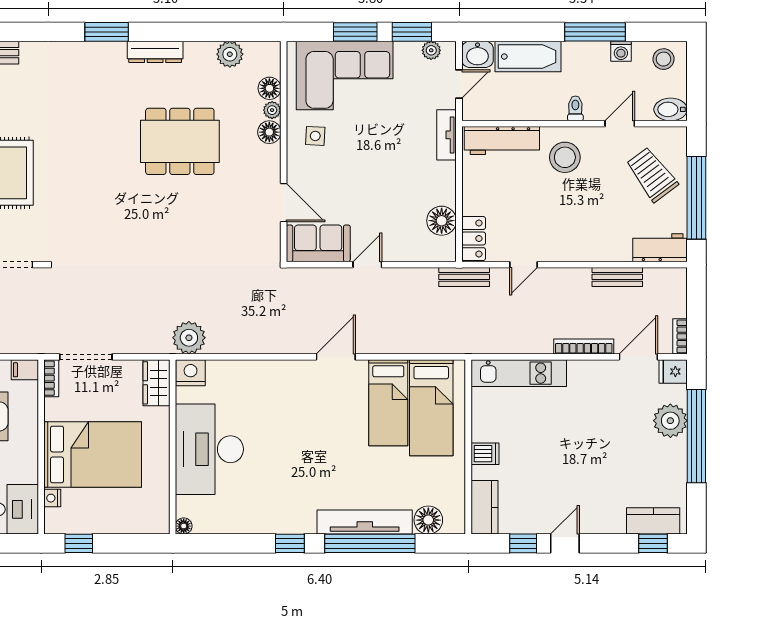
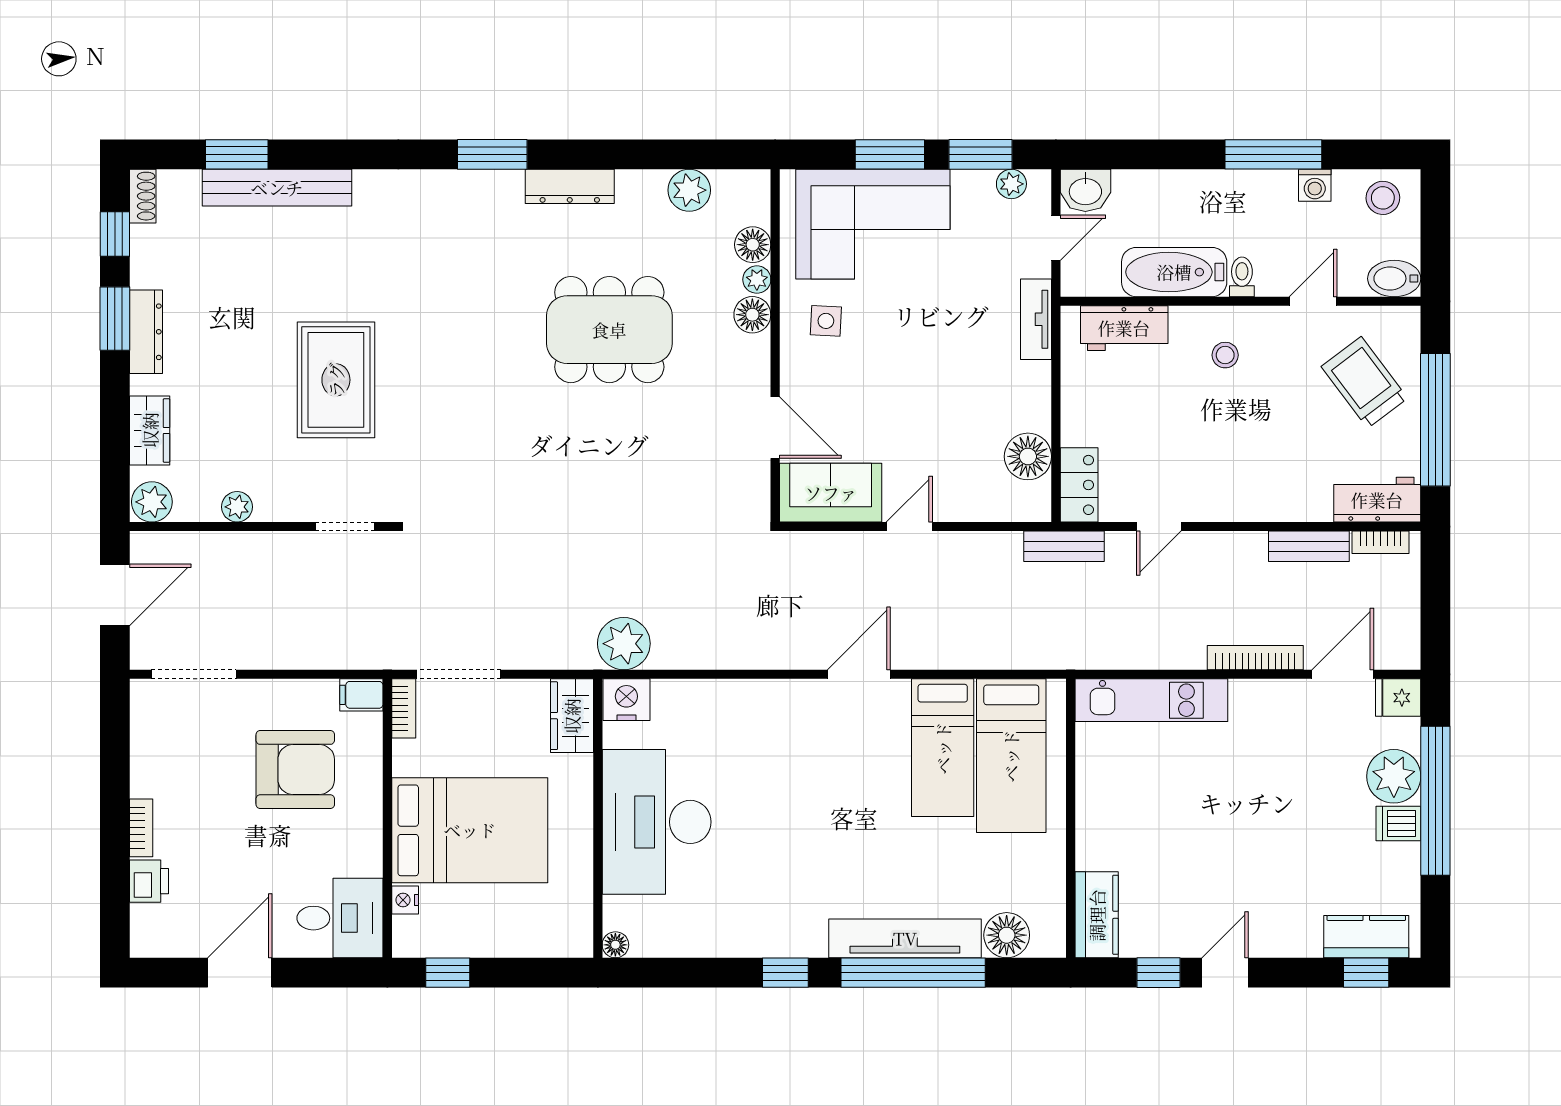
bathtub: (528, 57) -> (1174, 272), moved, turned 180
workbench: (502, 141) -> (1124, 328), width x0.73
stool: (565, 157) -> (1225, 355), width x0.53, depth x0.53
bookcase: (680, 336) -> (1381, 542), moved, turned -90
dishwasher: (485, 454) -> (1398, 824), moved, turned 180

